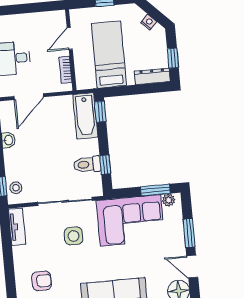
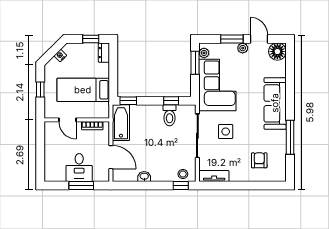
dresser: (152, 76) -> (104, 53), width x0.70
bathtub: (85, 116) -> (121, 123), moved, turned -90
plant: (179, 247) -> (243, 48), added
door: (192, 267) -> (259, 39), swing flipped

